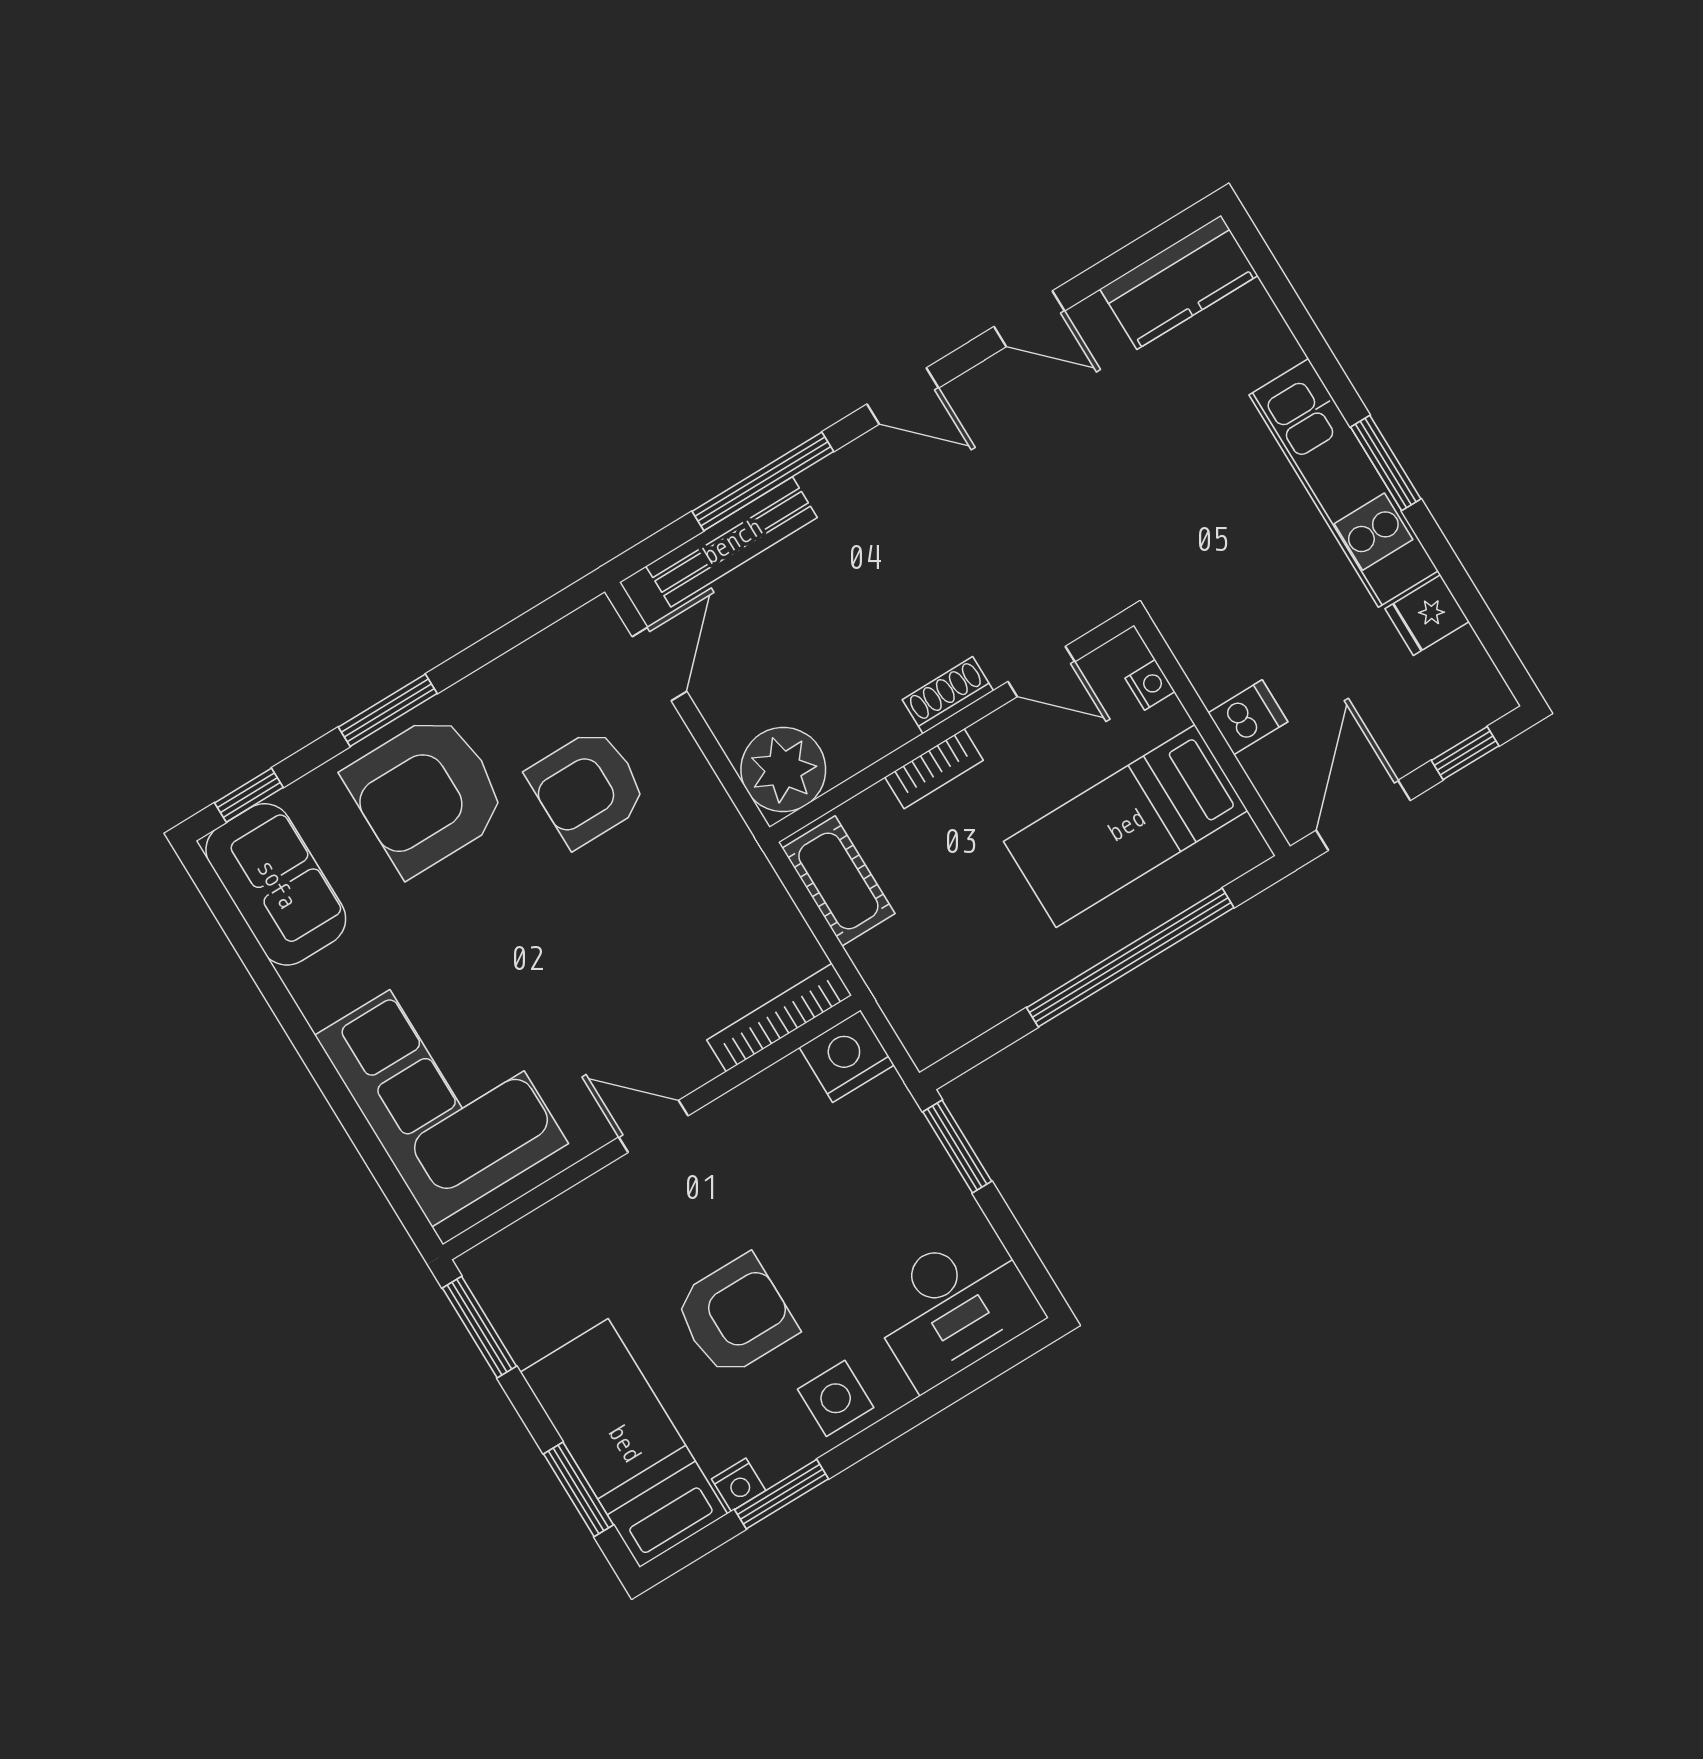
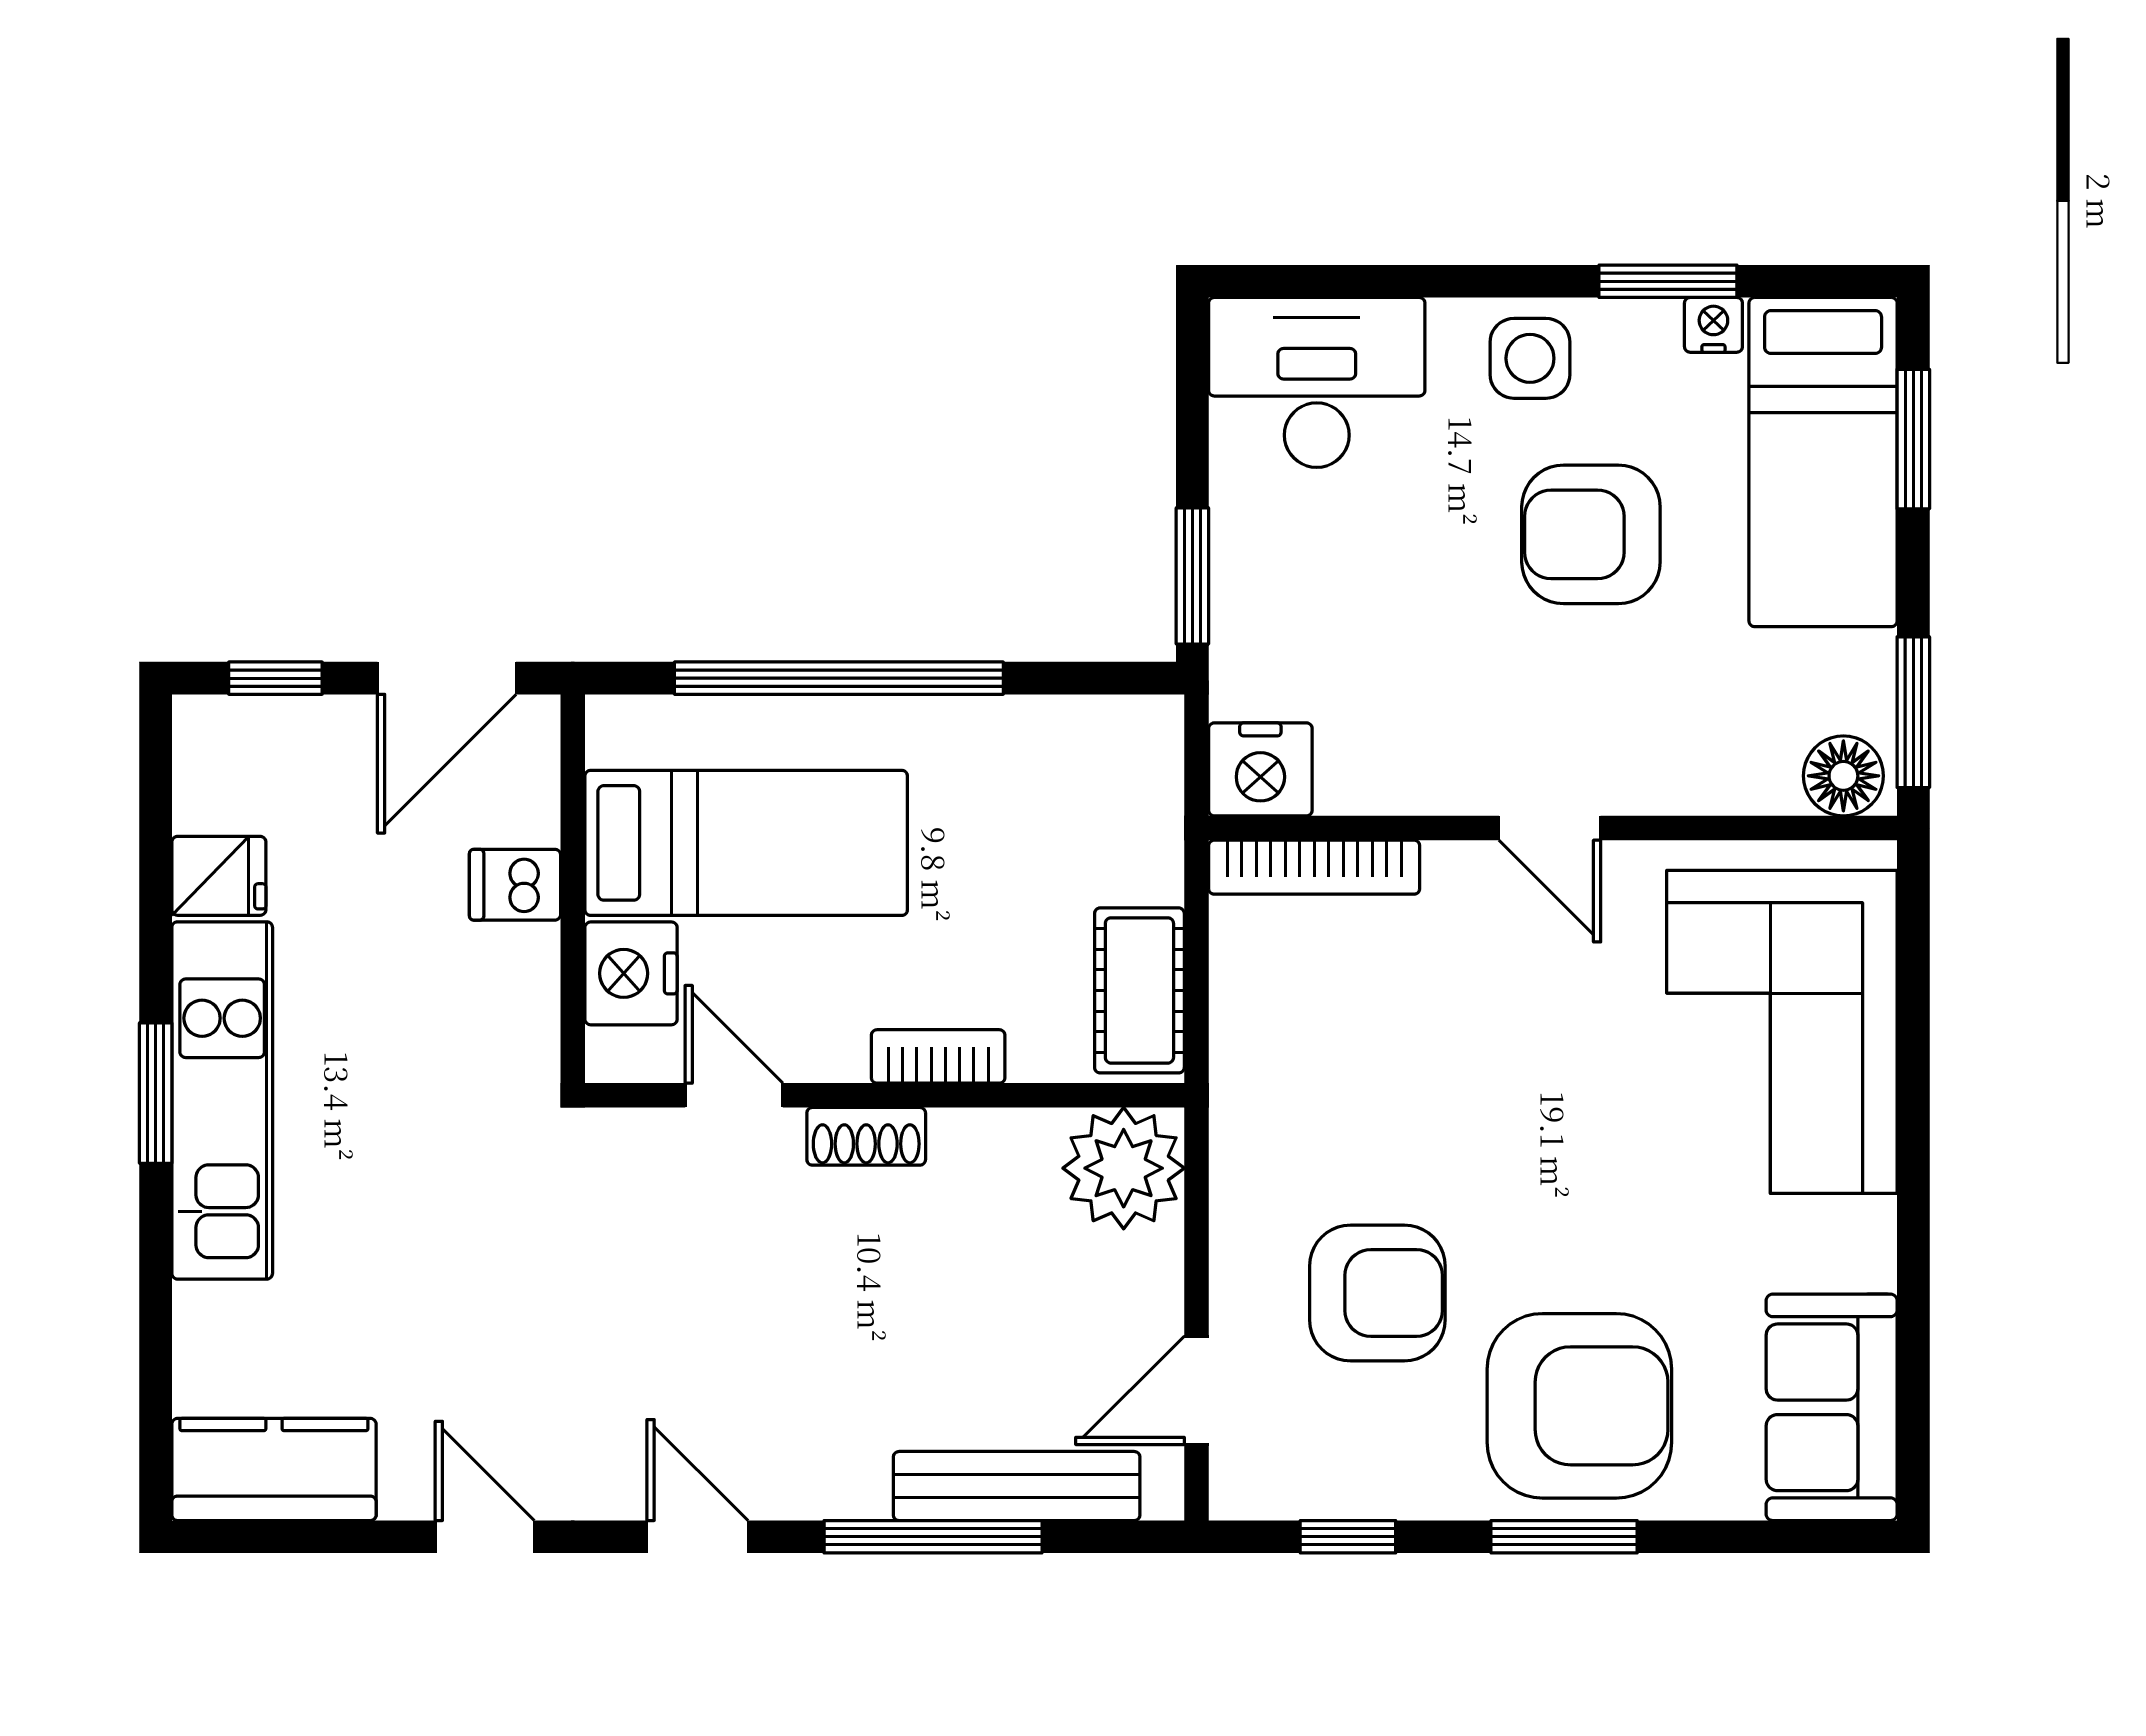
nightstand: (1150, 685) -> (631, 973), width x1.89, depth x1.79
window: (249, 795) -> (1348, 1537), moved
floor lamp: (498, 1264) -> (1843, 776), added

